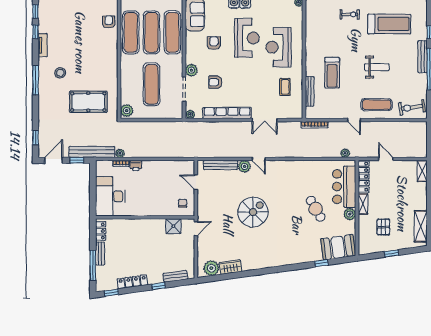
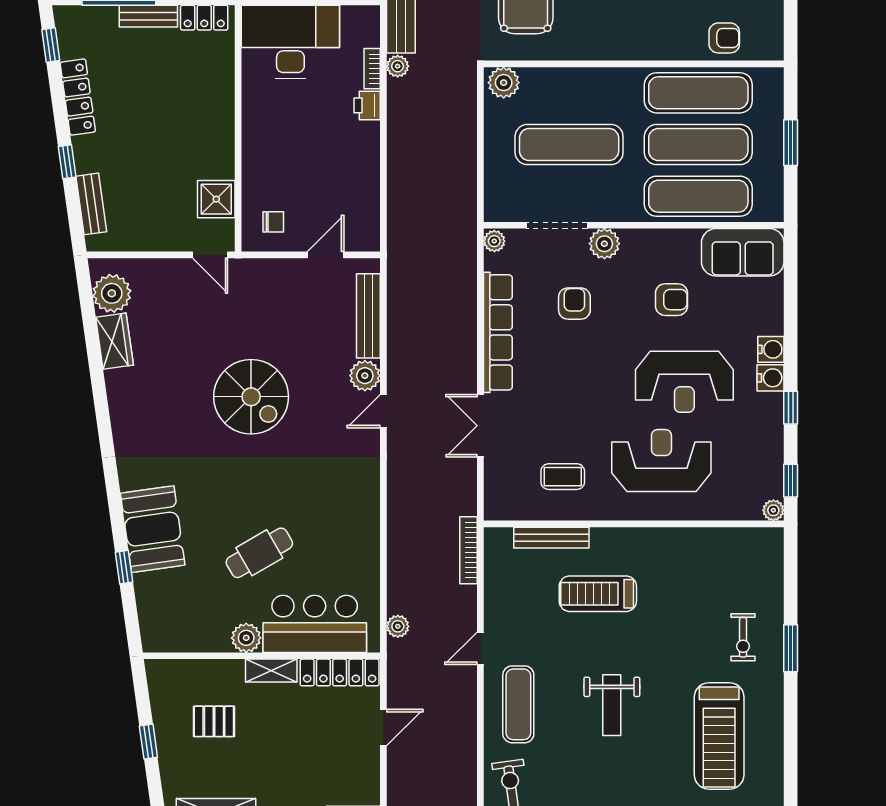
booth: (338, 247) -> (153, 529), moved

